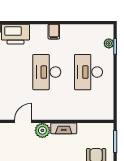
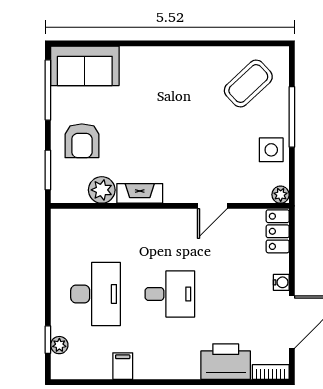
filing cabinet: (54, 32) -> (123, 366), moved
desk: (47, 72) -> (170, 294), width x0.73
plant: (42, 130) -> (102, 190), moved

